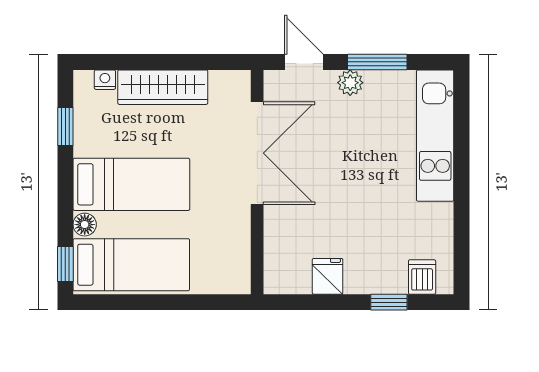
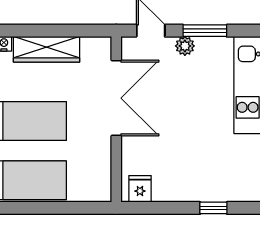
fridge: (328, 276) -> (140, 189), moved
dishwasher: (422, 277) -> (238, 189), removed

